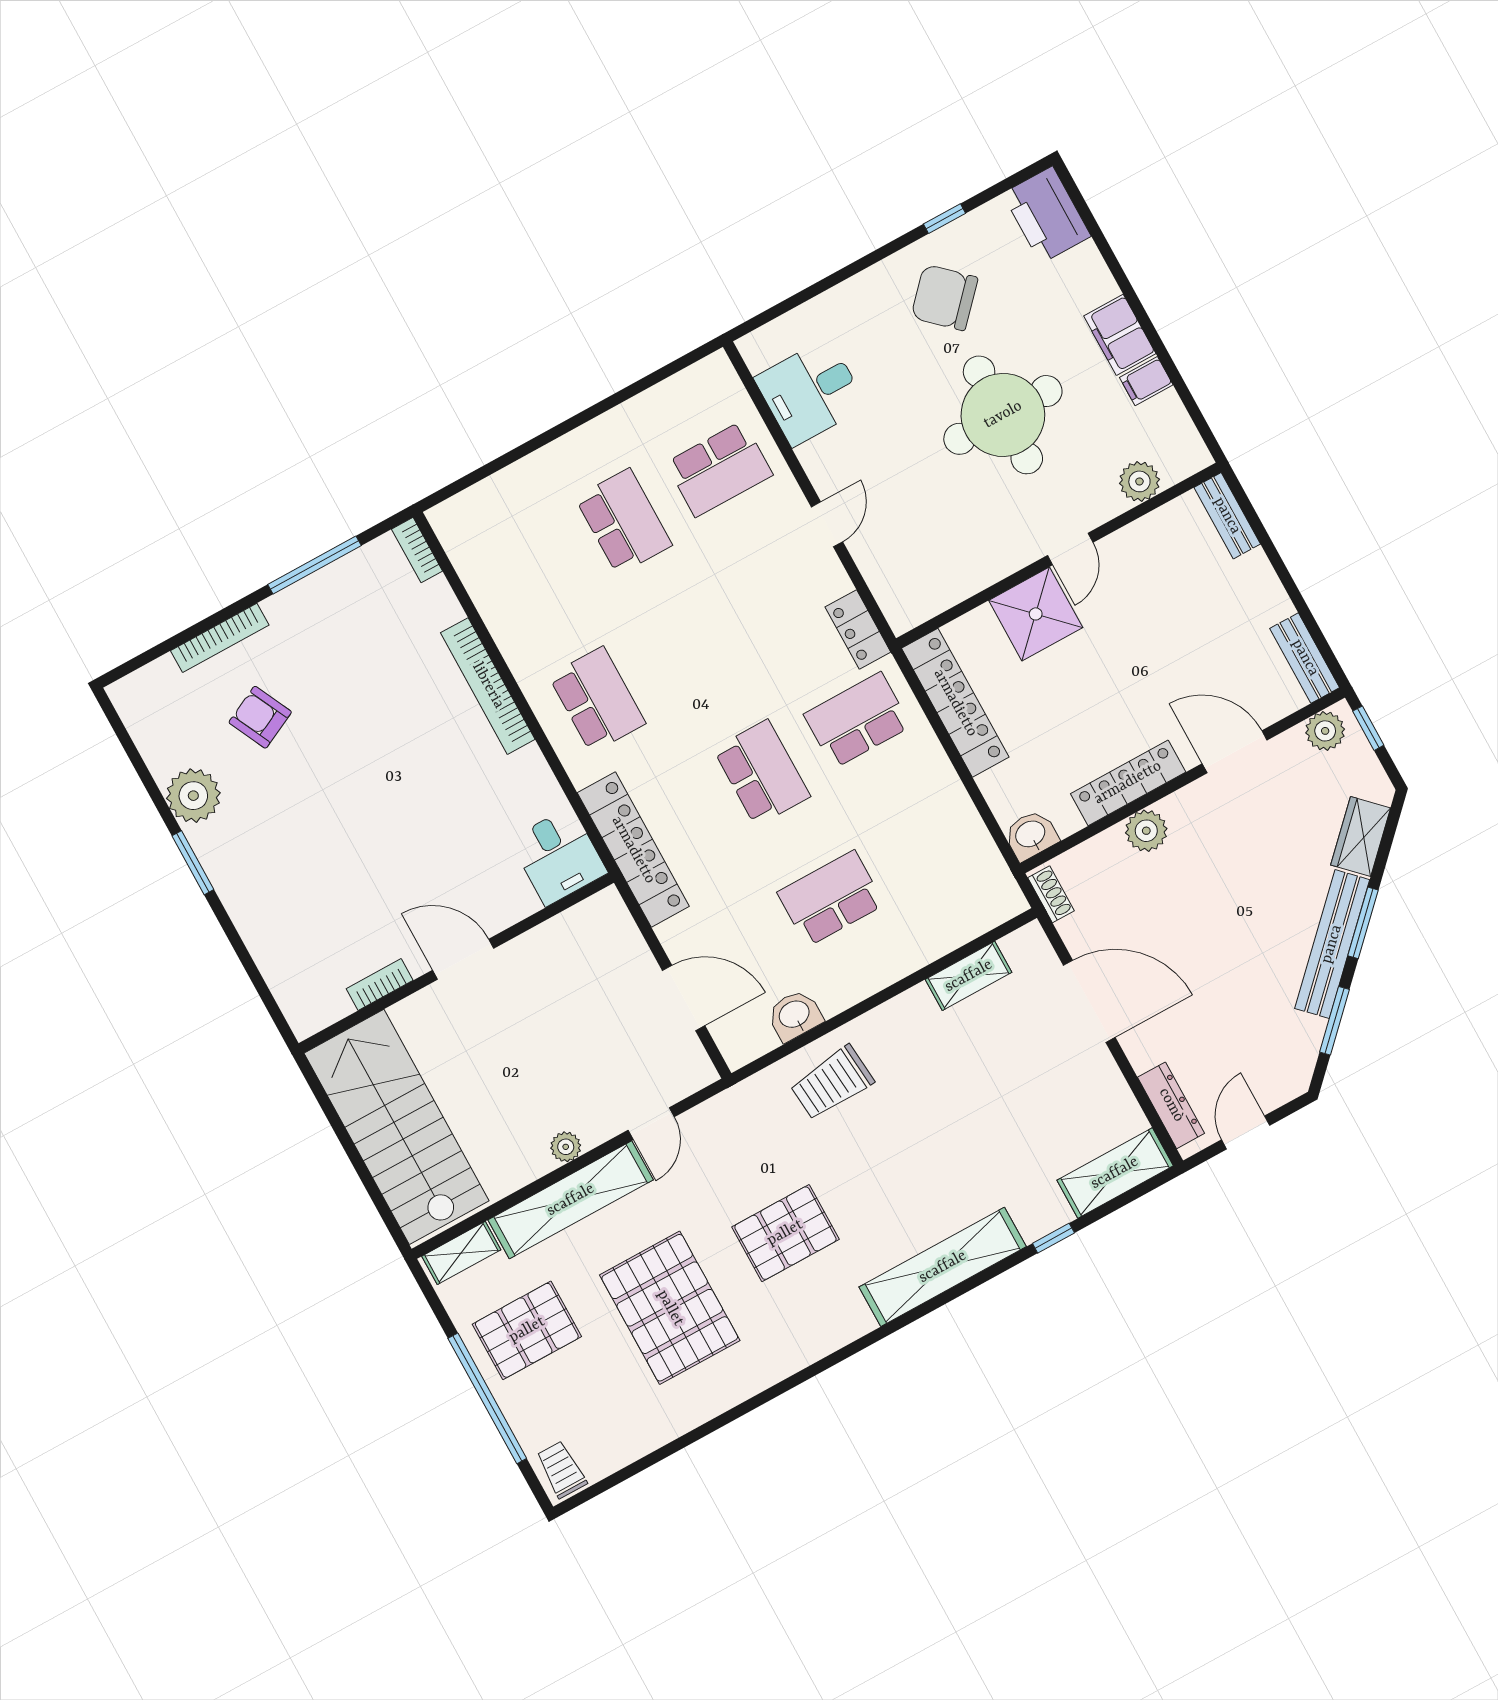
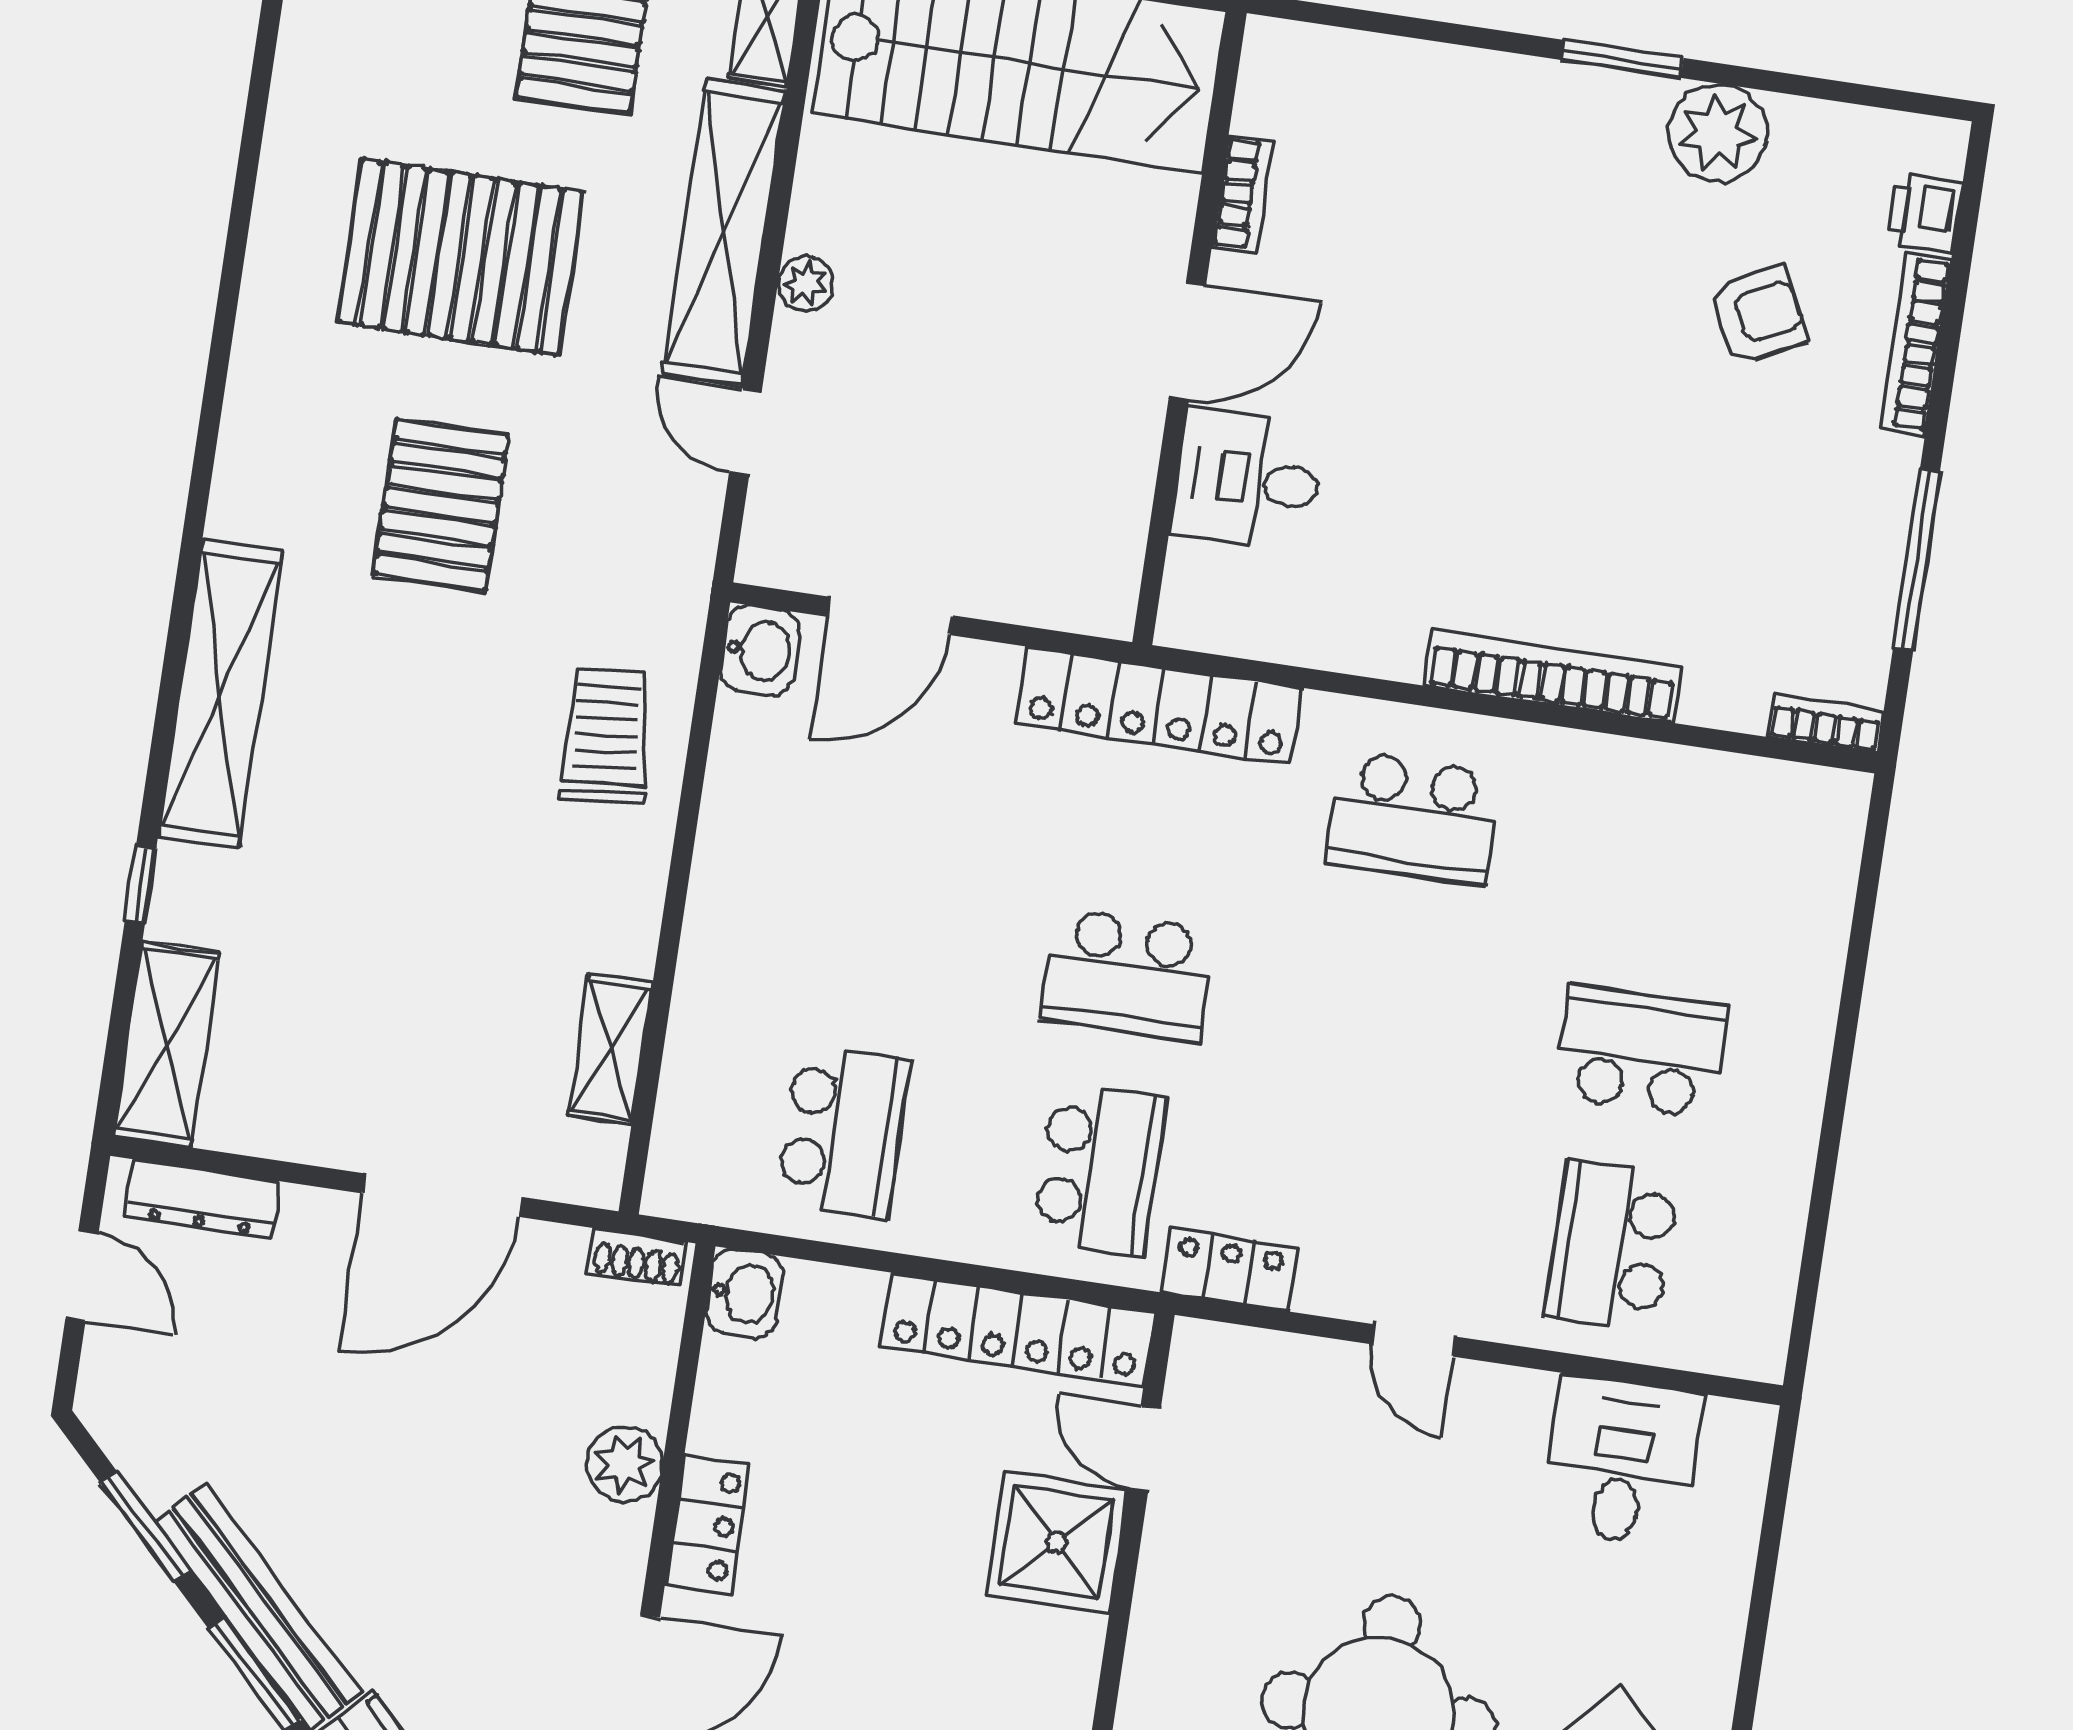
school desk: (624, 521) -> (1641, 1051), turned 180
door: (1070, 549) -> (1144, 1448), moved
printer: (159, 677) -> (1925, 213), added
locker: (1128, 783) -> (708, 1525), width x0.66
desk: (558, 856) -> (1248, 480), moved
school desk: (831, 898) -> (843, 1131), moved
washbasin: (795, 1015) -> (760, 651), moved

